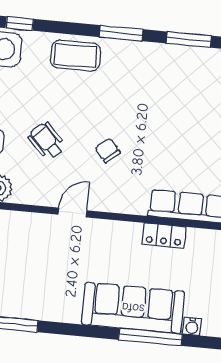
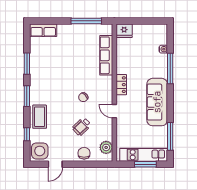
window: (20, 24) -> (27, 134), moved
locker: (164, 235) -> (121, 85), moved
sofa: (133, 308) -> (157, 102), moved

